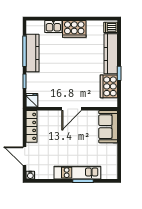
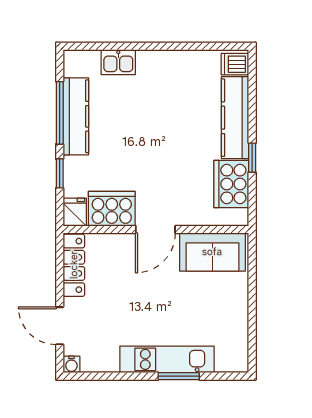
cooker: (74, 29) -> (112, 209), moved, turned 180
sofa: (108, 127) -> (212, 252), moved, turned -90

